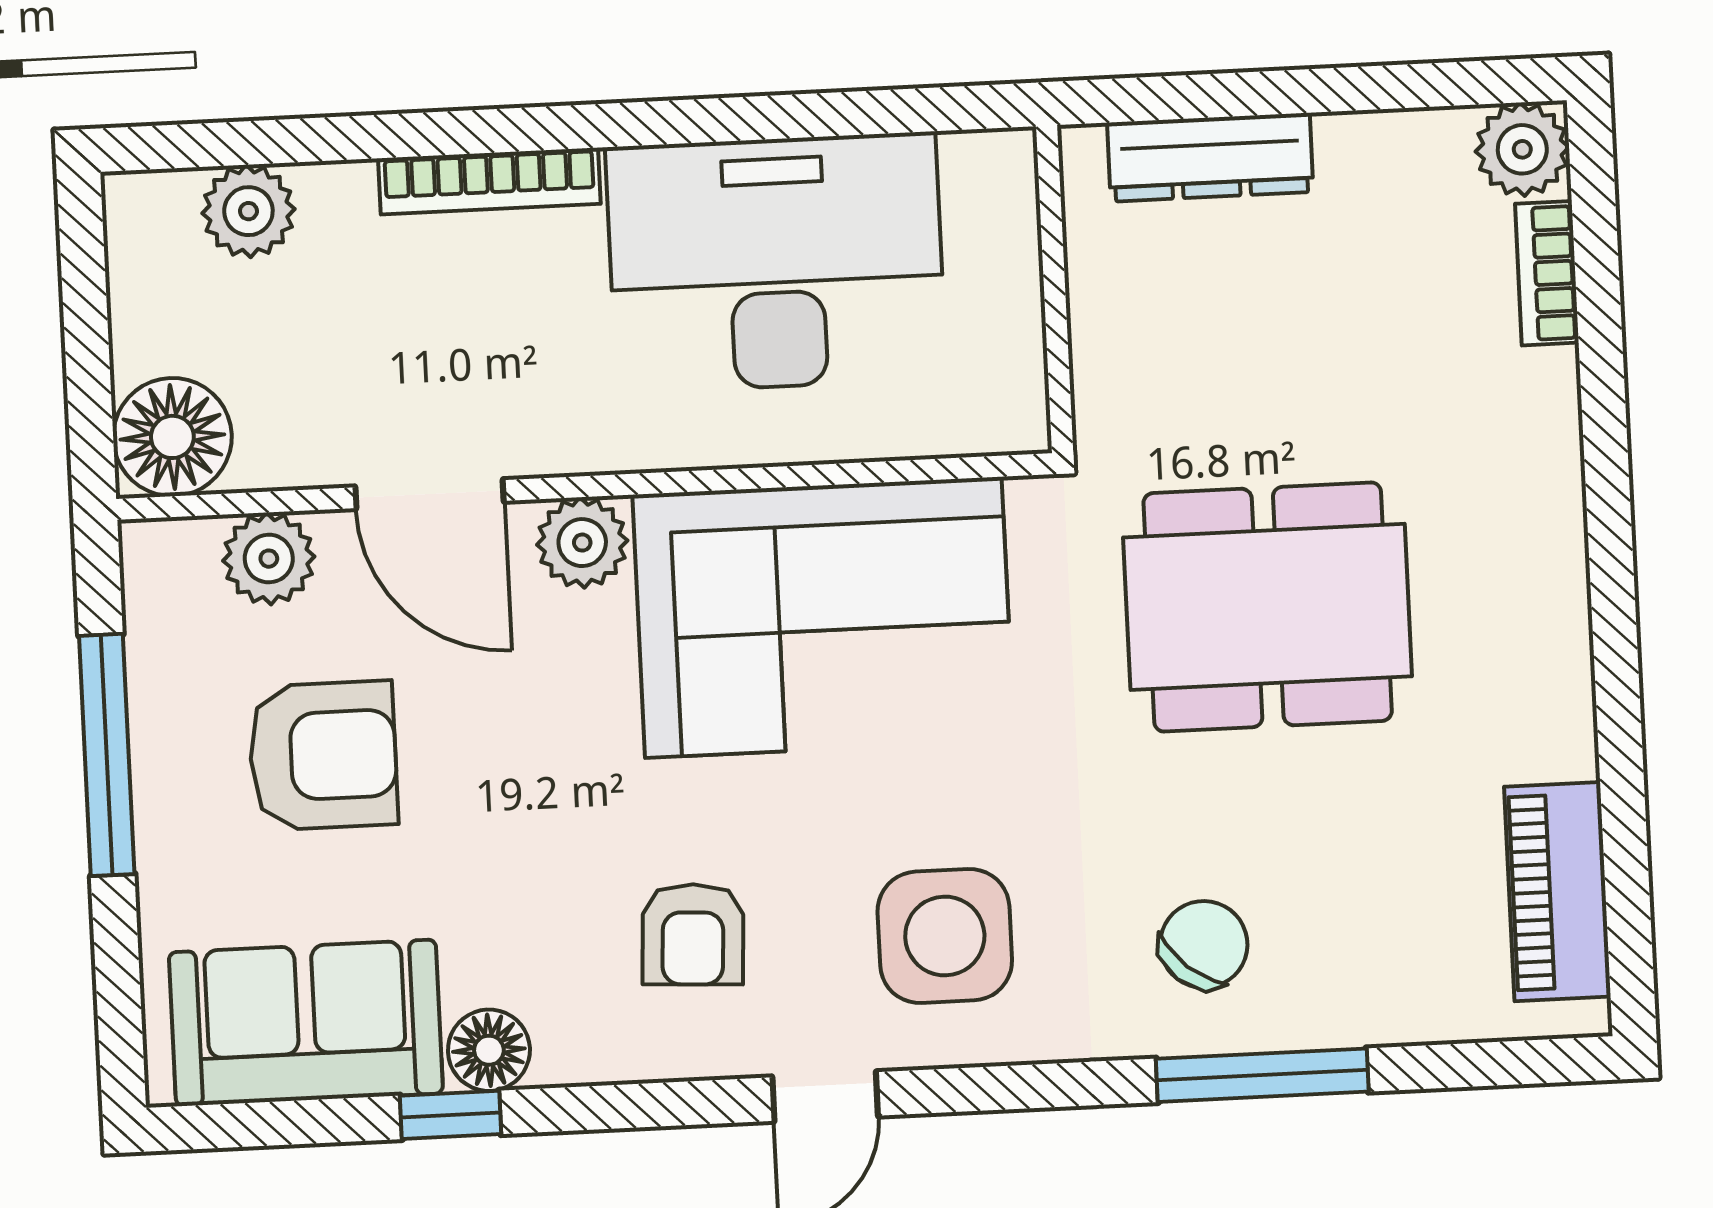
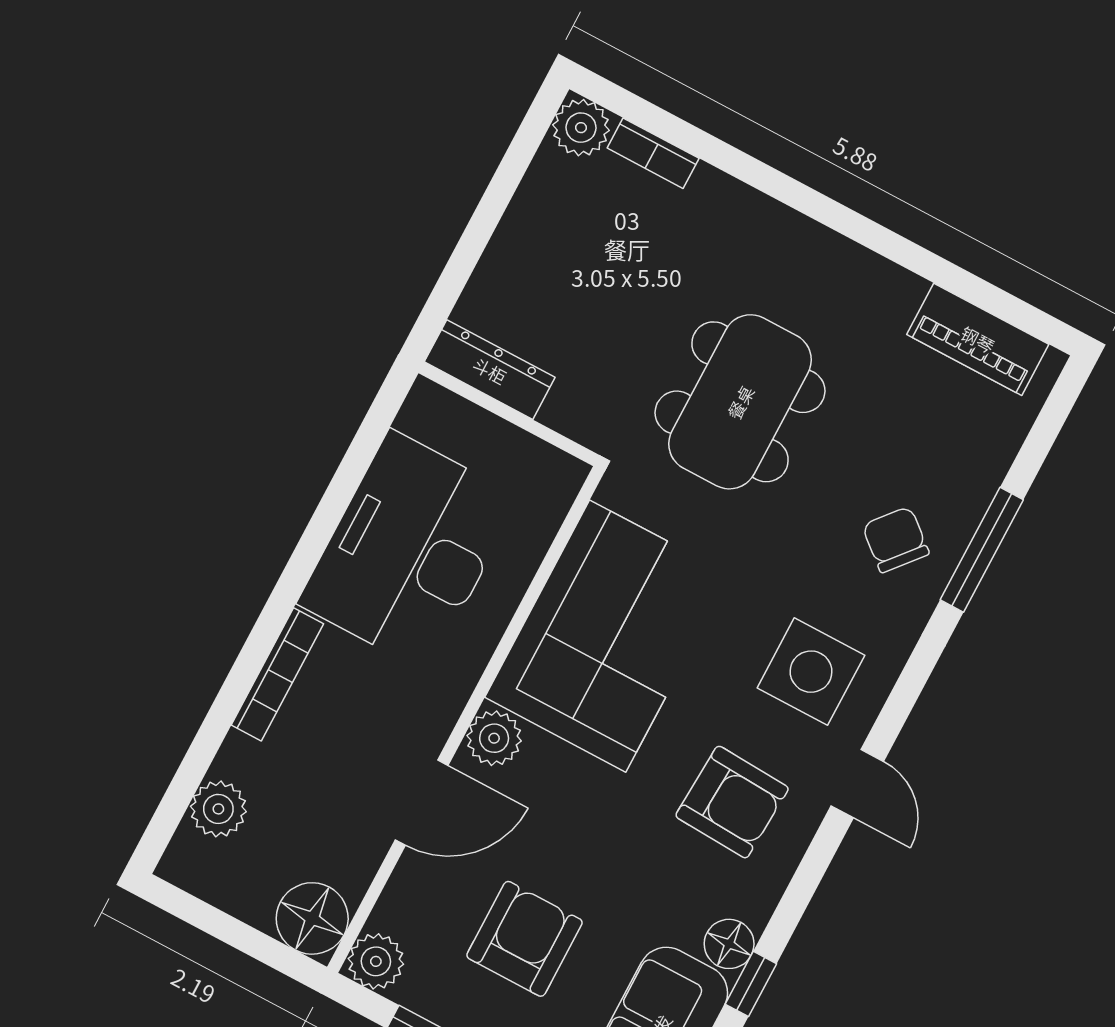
dresser: (1210, 157) -> (490, 370), moved, turned -90
plant: (269, 559) -> (376, 961), moved
armchair: (693, 934) -> (732, 802), width x1.38, depth x1.38

